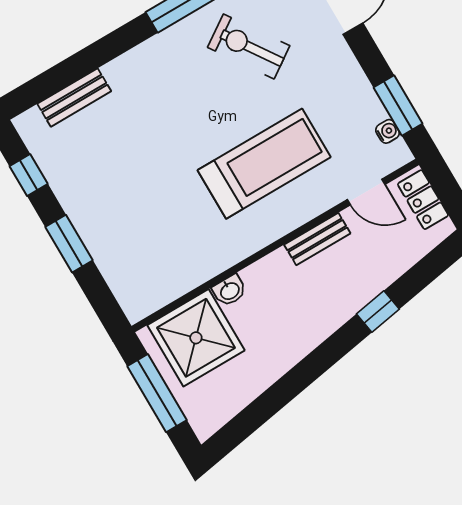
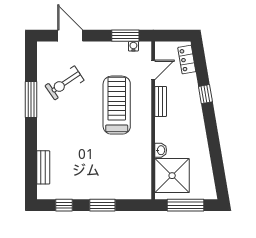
locker: (423, 200) -> (187, 60), moved, turned 80

